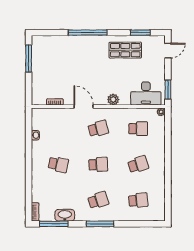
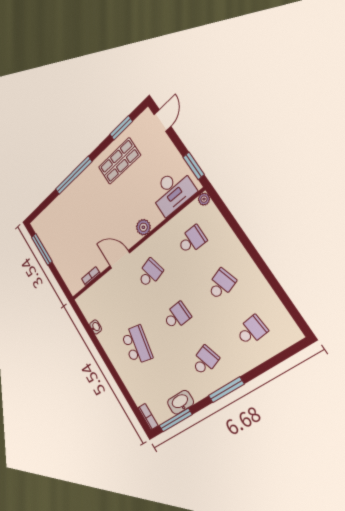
school desk: (58, 164) -> (137, 345), width x1.85

